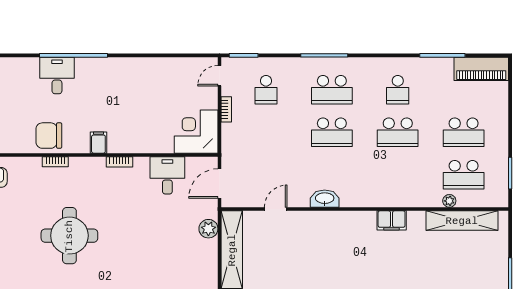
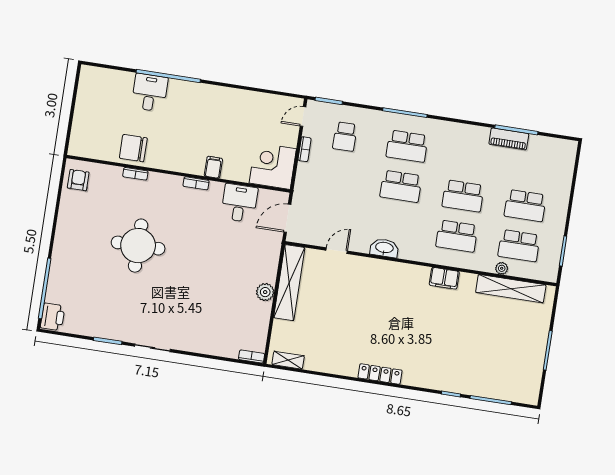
piano: (481, 69) -> (509, 139), moved, width x0.73, depth x0.75
school desk: (398, 90) -> (457, 236), moved, width x1.85
filing cabinet: (98, 143) -> (213, 167), moved
plant: (208, 229) -> (265, 292), moved

